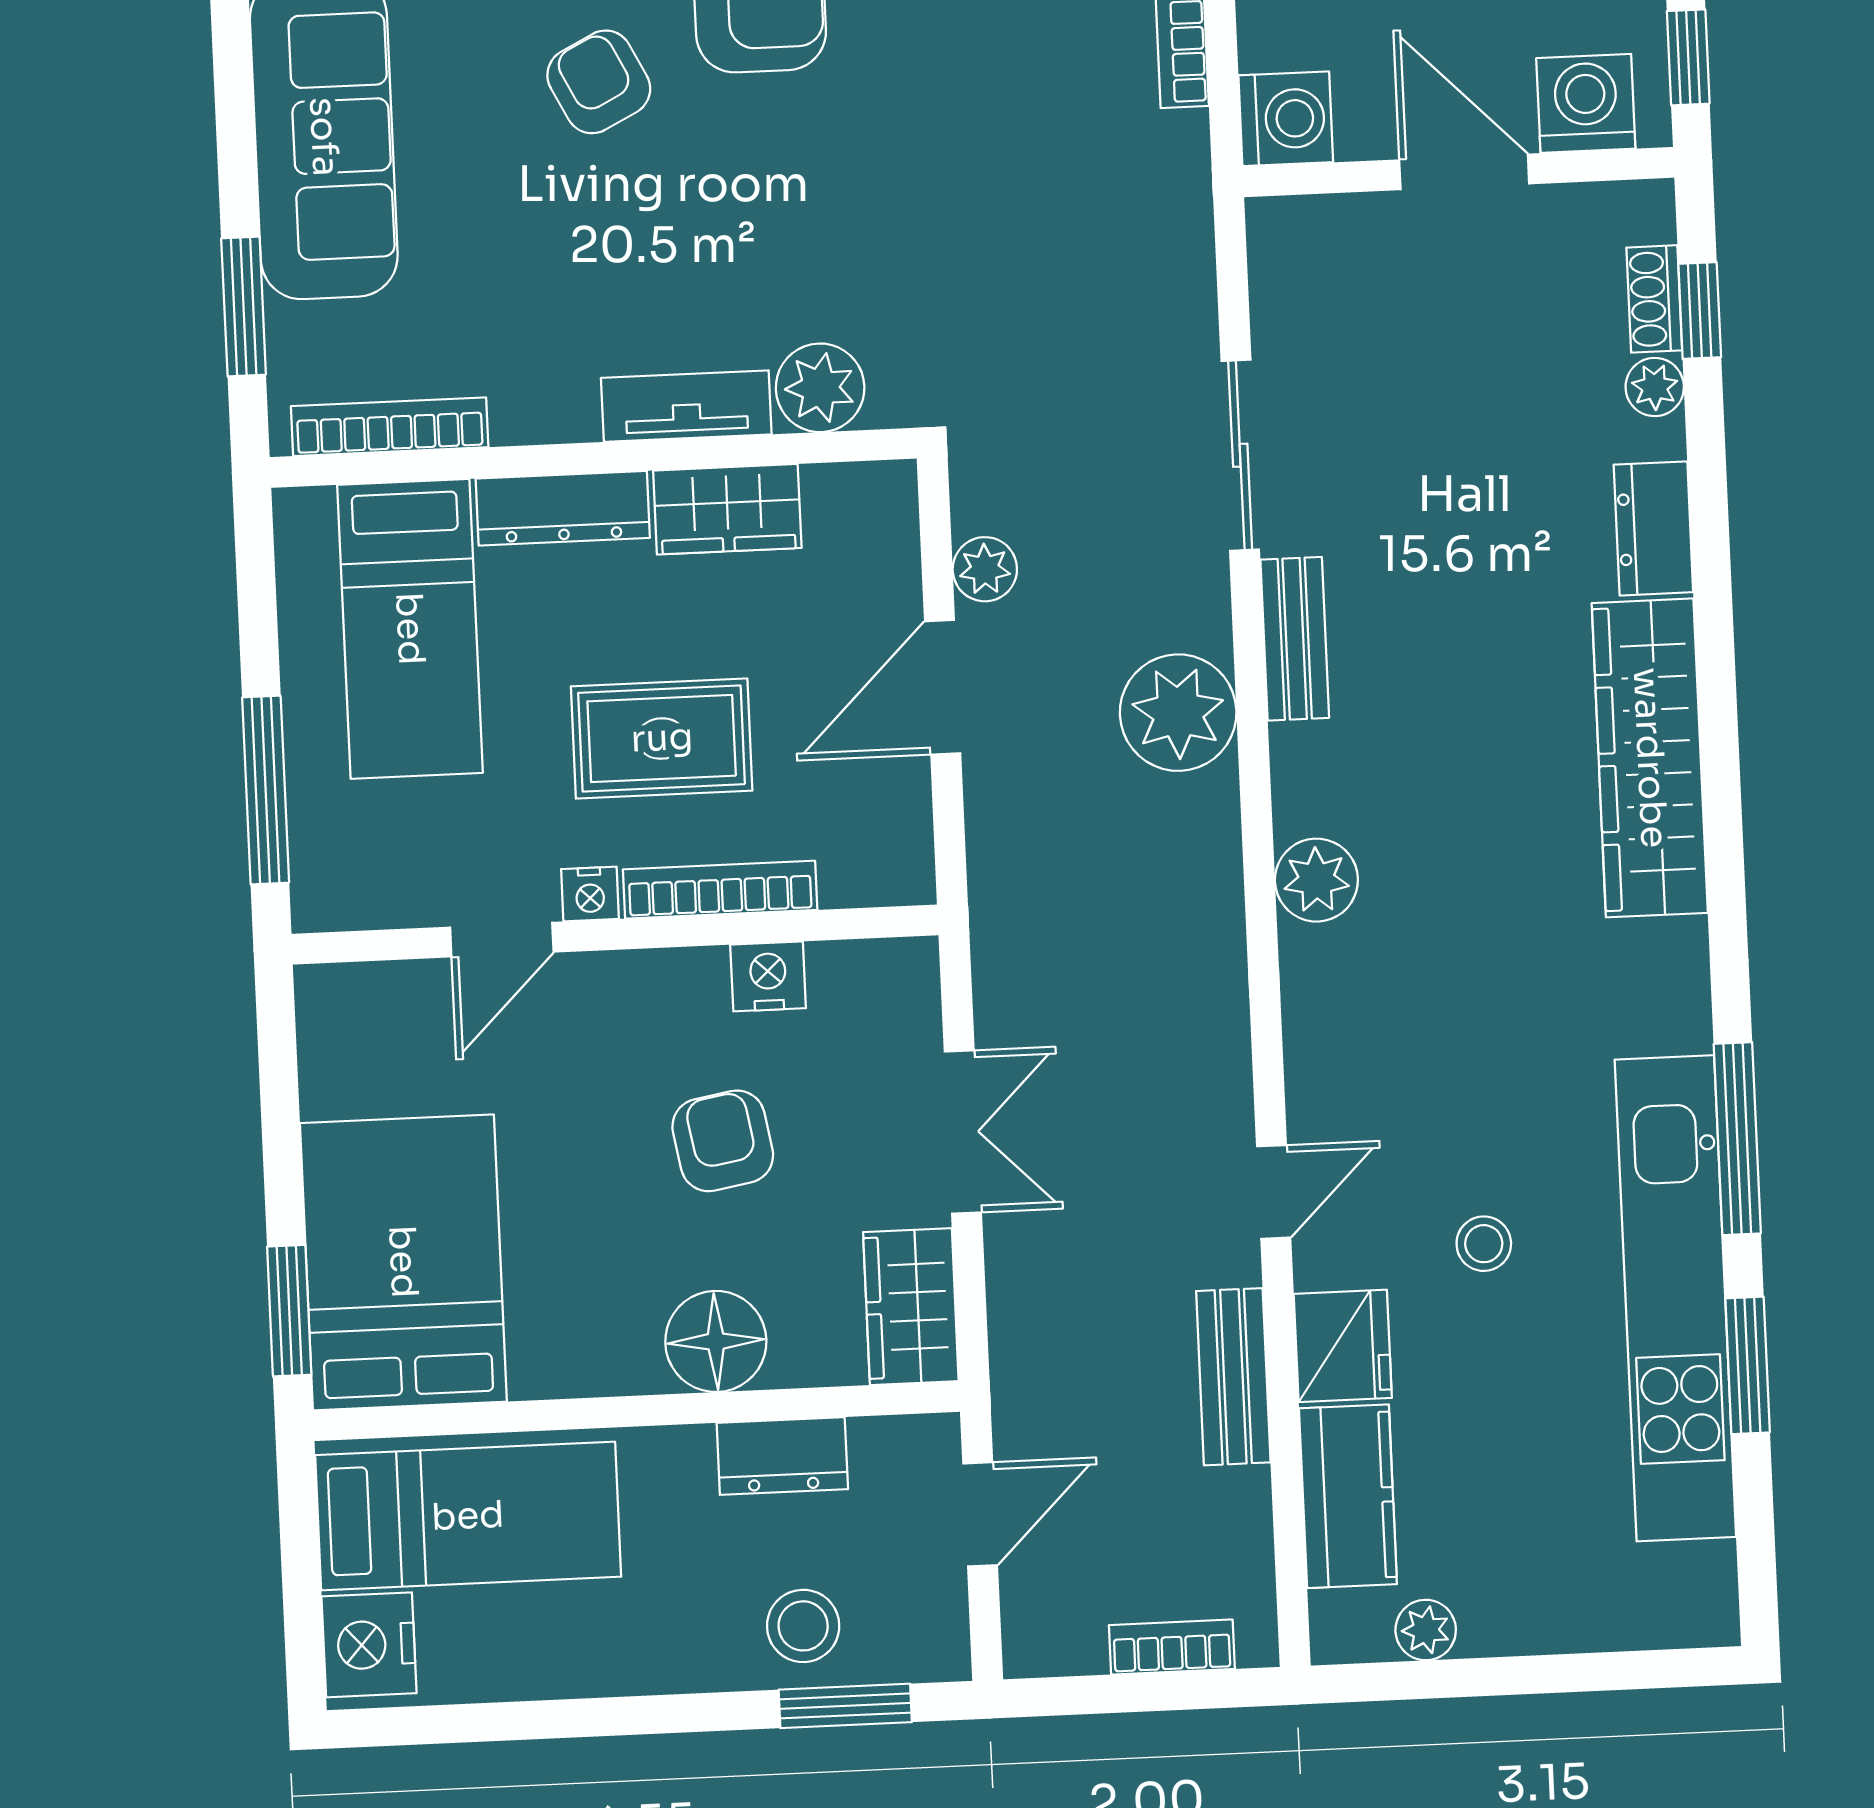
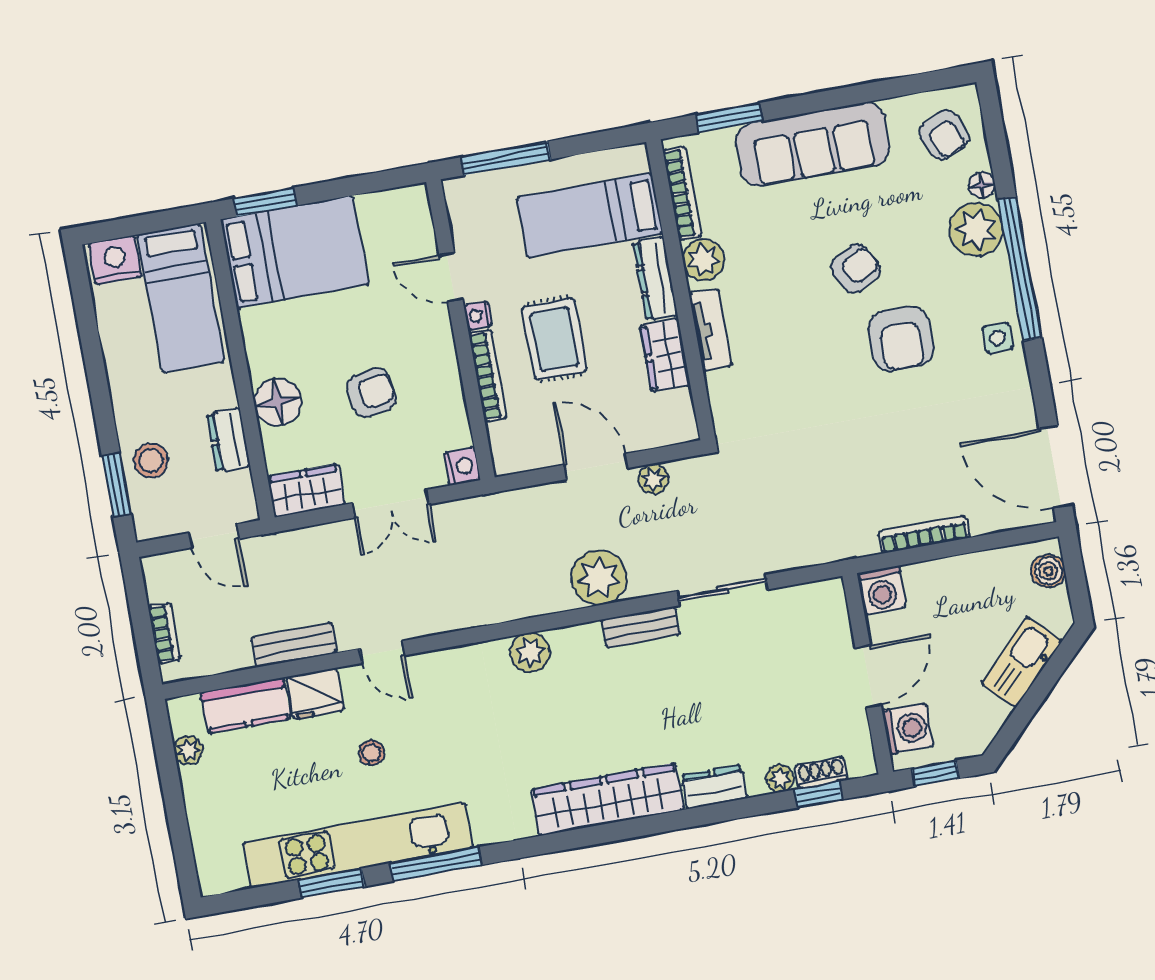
plant: (820, 388) -> (704, 260), moved
nightstand: (768, 976) -> (462, 466), moved

